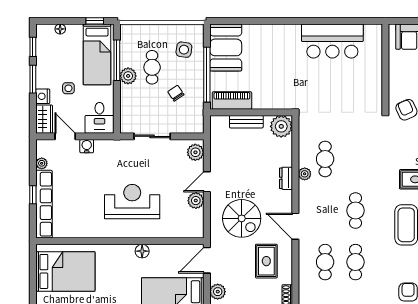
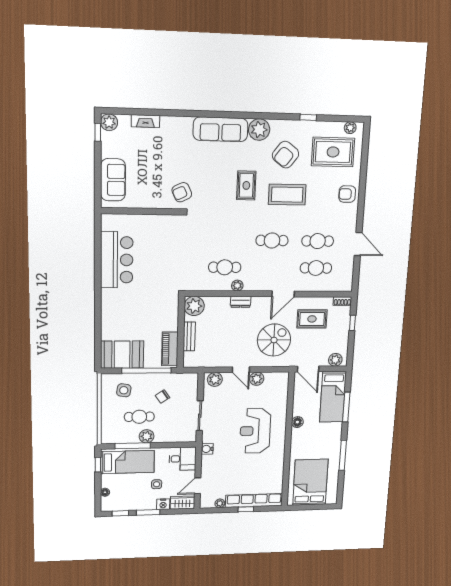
water cooler: (87, 146) -> (207, 449), moved

